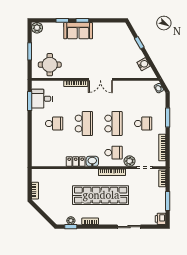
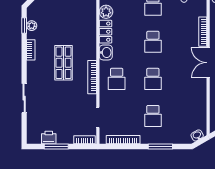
school desk: (84, 124) -> (153, 42), width x0.54
school desk: (113, 124) -> (153, 79), width x0.54
plant: (130, 161) -> (106, 12), moved
shop shelf: (101, 195) -> (64, 63), width x0.50, depth x0.74
printer: (160, 219) -> (49, 138), moved

